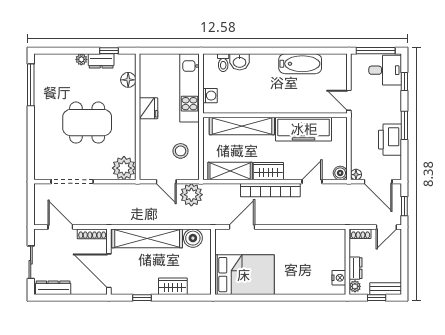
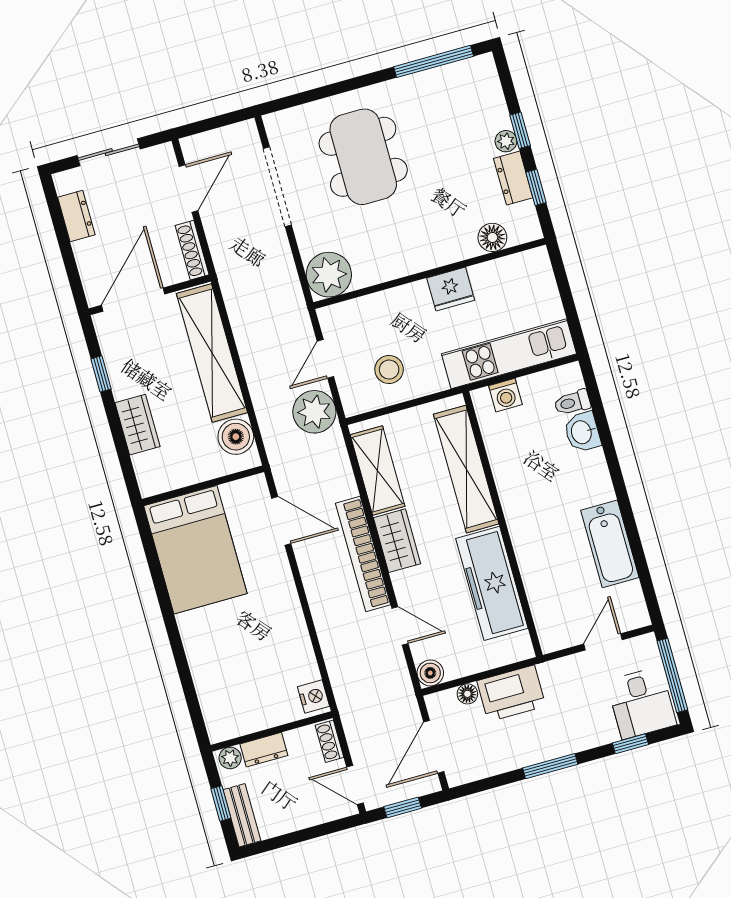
window: (78, 51) -> (520, 130), added
door: (349, 100) -> (603, 642), moved
dining table: (87, 123) -> (363, 157), moved
printer: (390, 140) -> (511, 693), moved, turned 180
floor lamp: (356, 175) -> (467, 694), moved
nightstand: (339, 278) -> (313, 697), moved, turned -90
dresser: (53, 288) -> (76, 216), width x0.70

